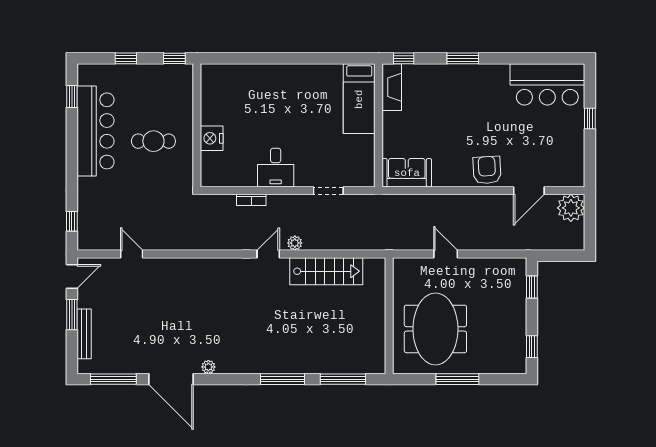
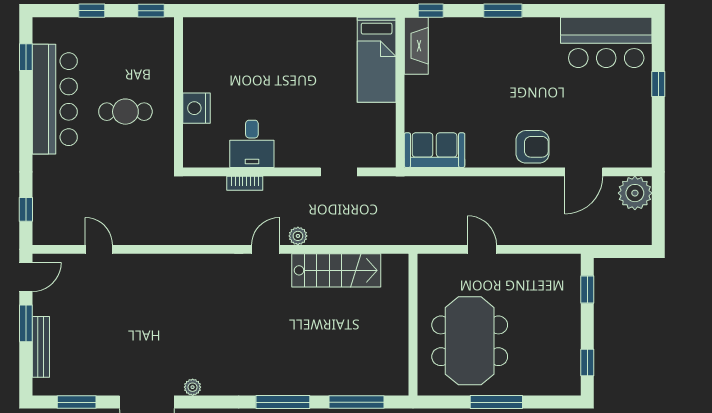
desk: (276, 168) -> (252, 144), moved
armchair: (487, 170) -> (532, 147), turned 93
window: (113, 379) -> (77, 402), width x0.69

